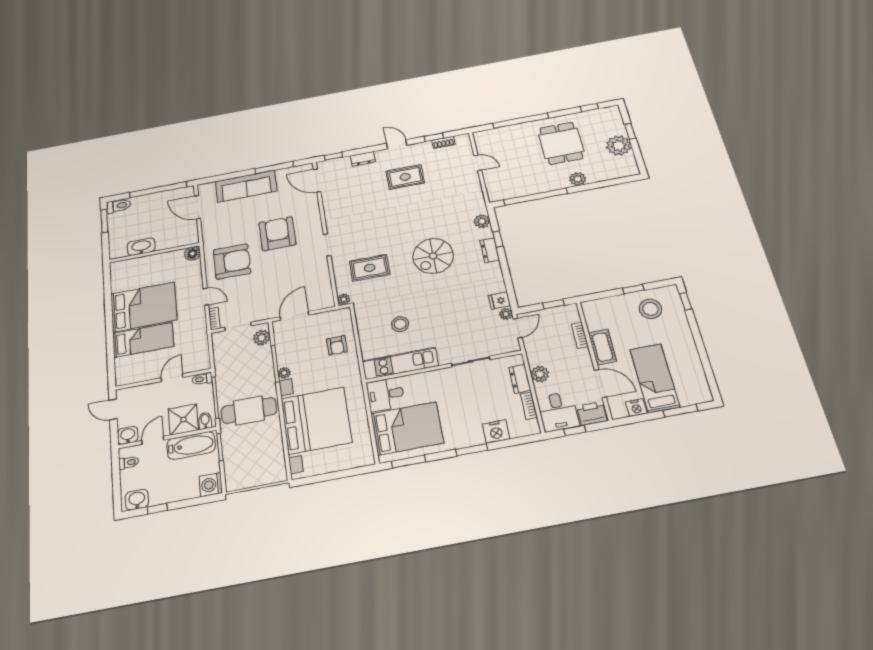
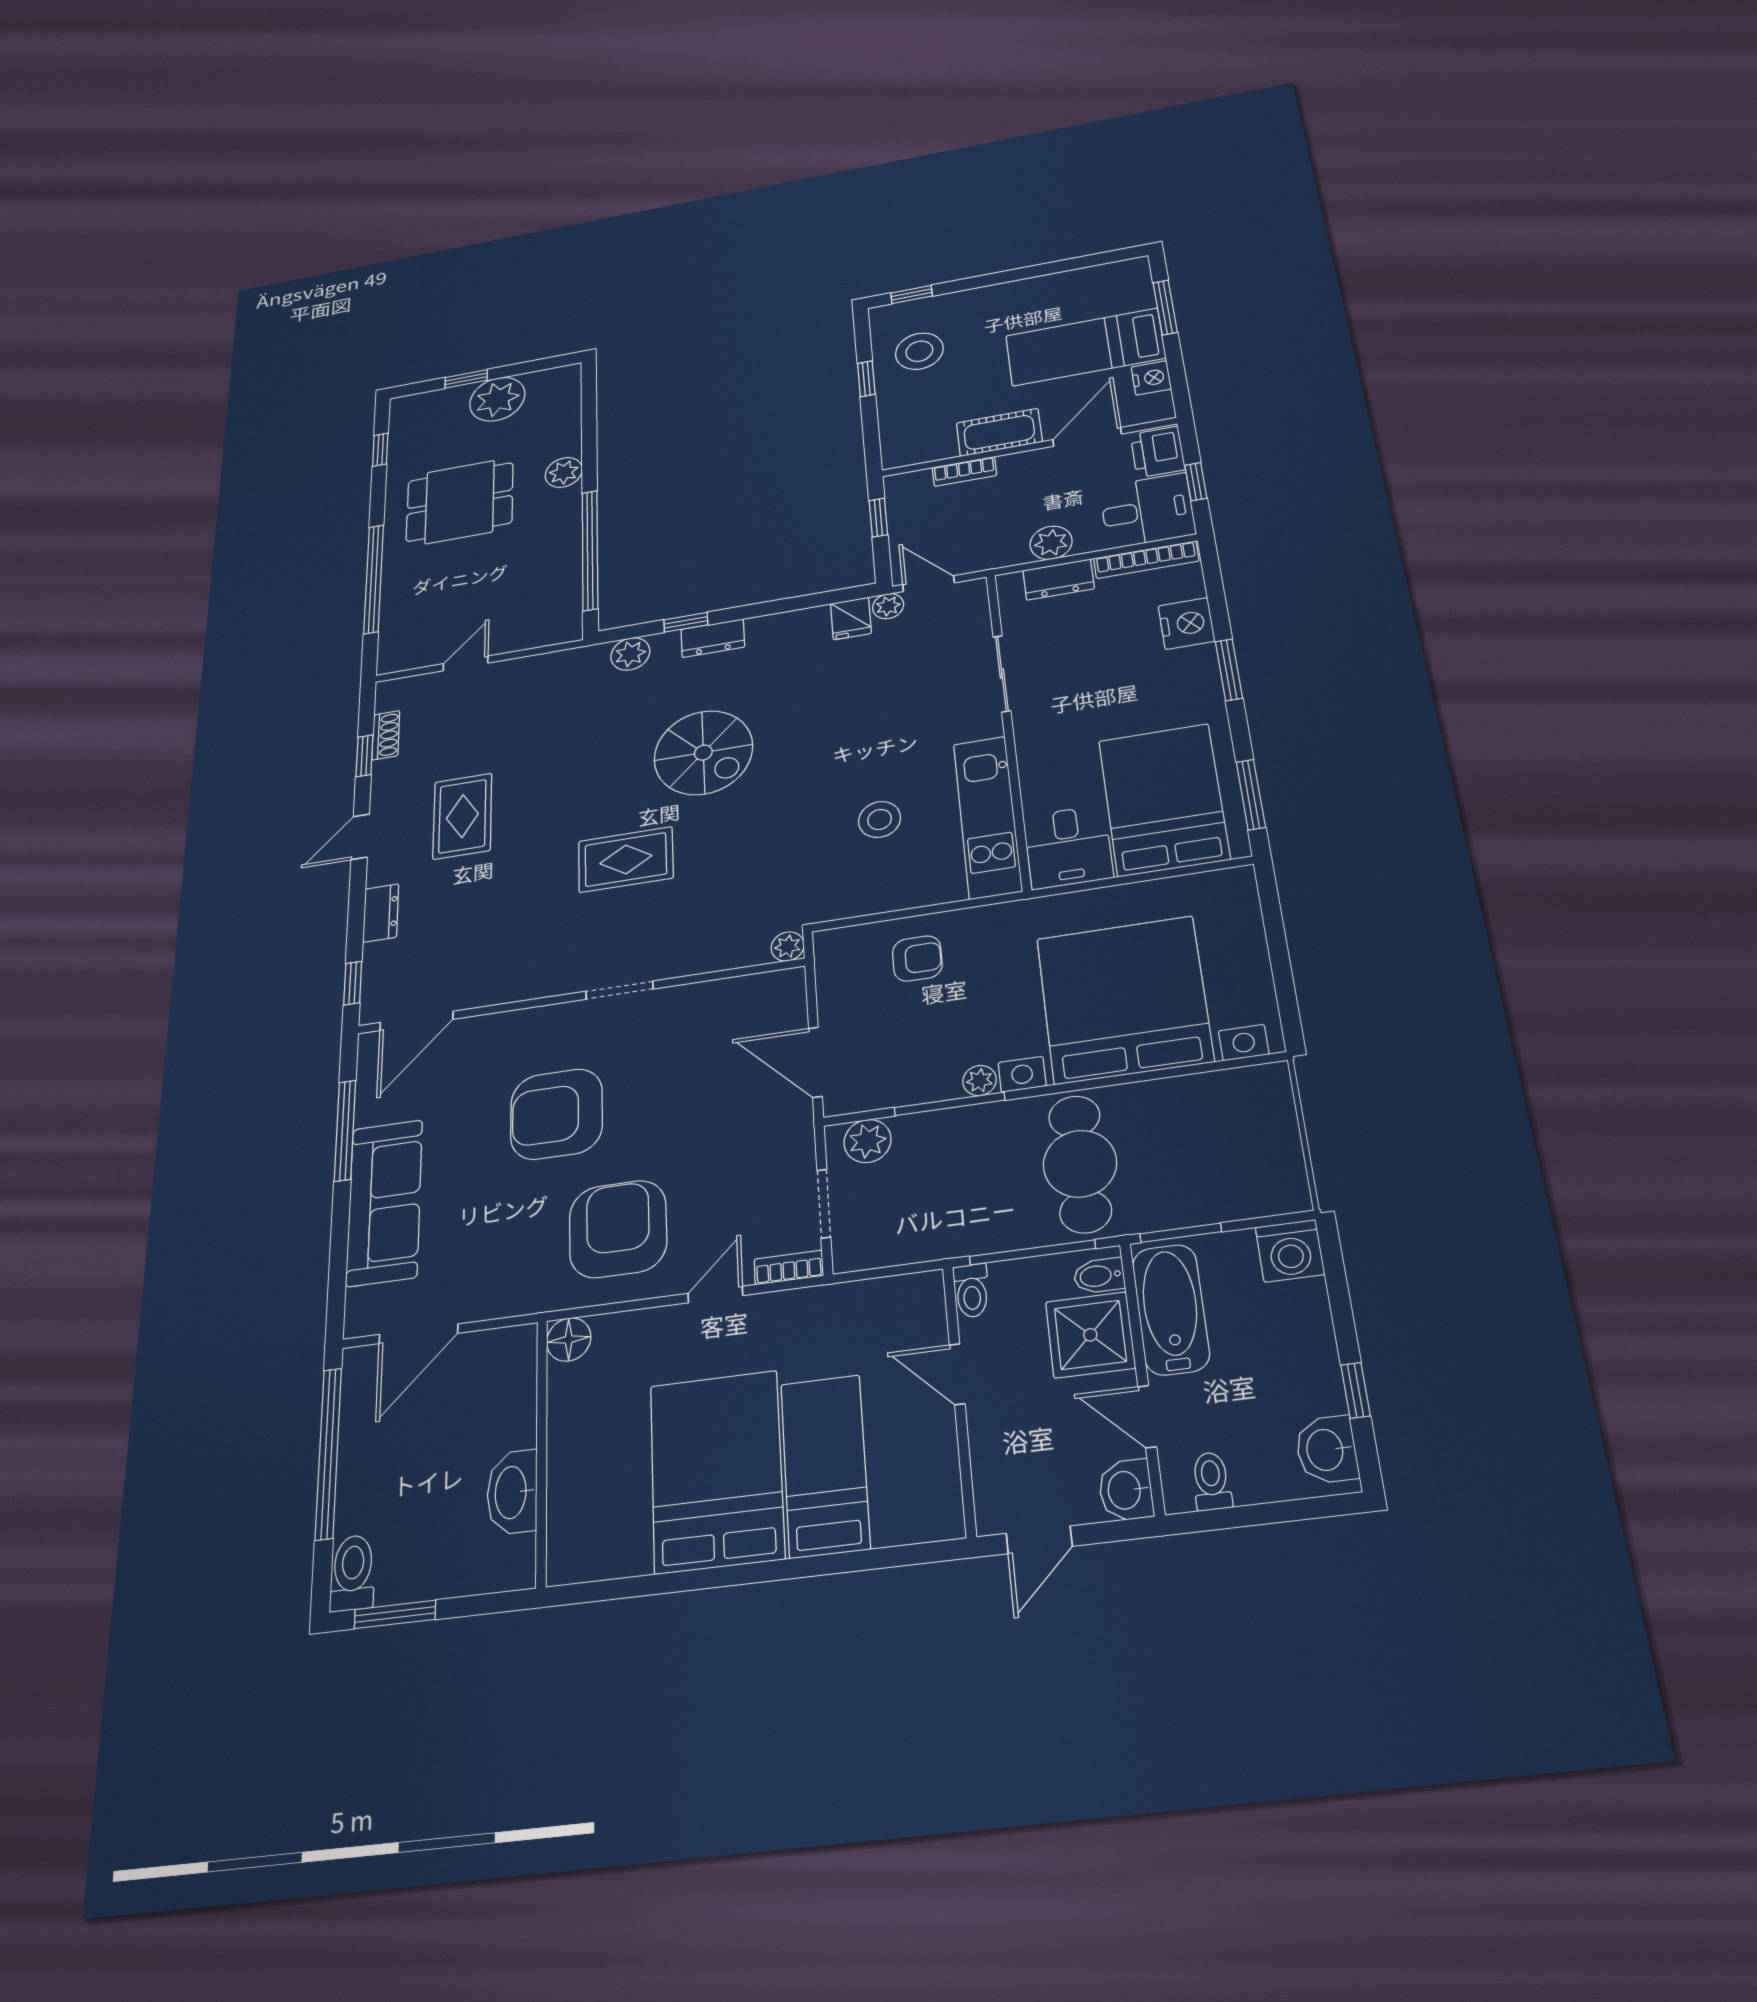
rug: (370, 268) -> (626, 860), moved, turned 90
bookcase: (529, 406) -> (1146, 560), width x1.56

